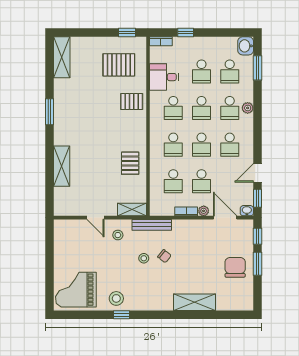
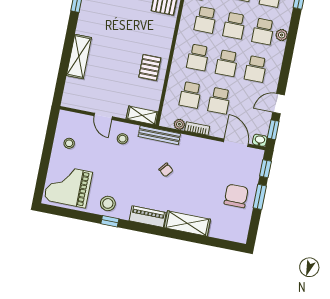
plant: (204, 211) -> (179, 124), moved
stool: (144, 258) -> (69, 143), moved
piano: (156, 303) -> (148, 217), added

